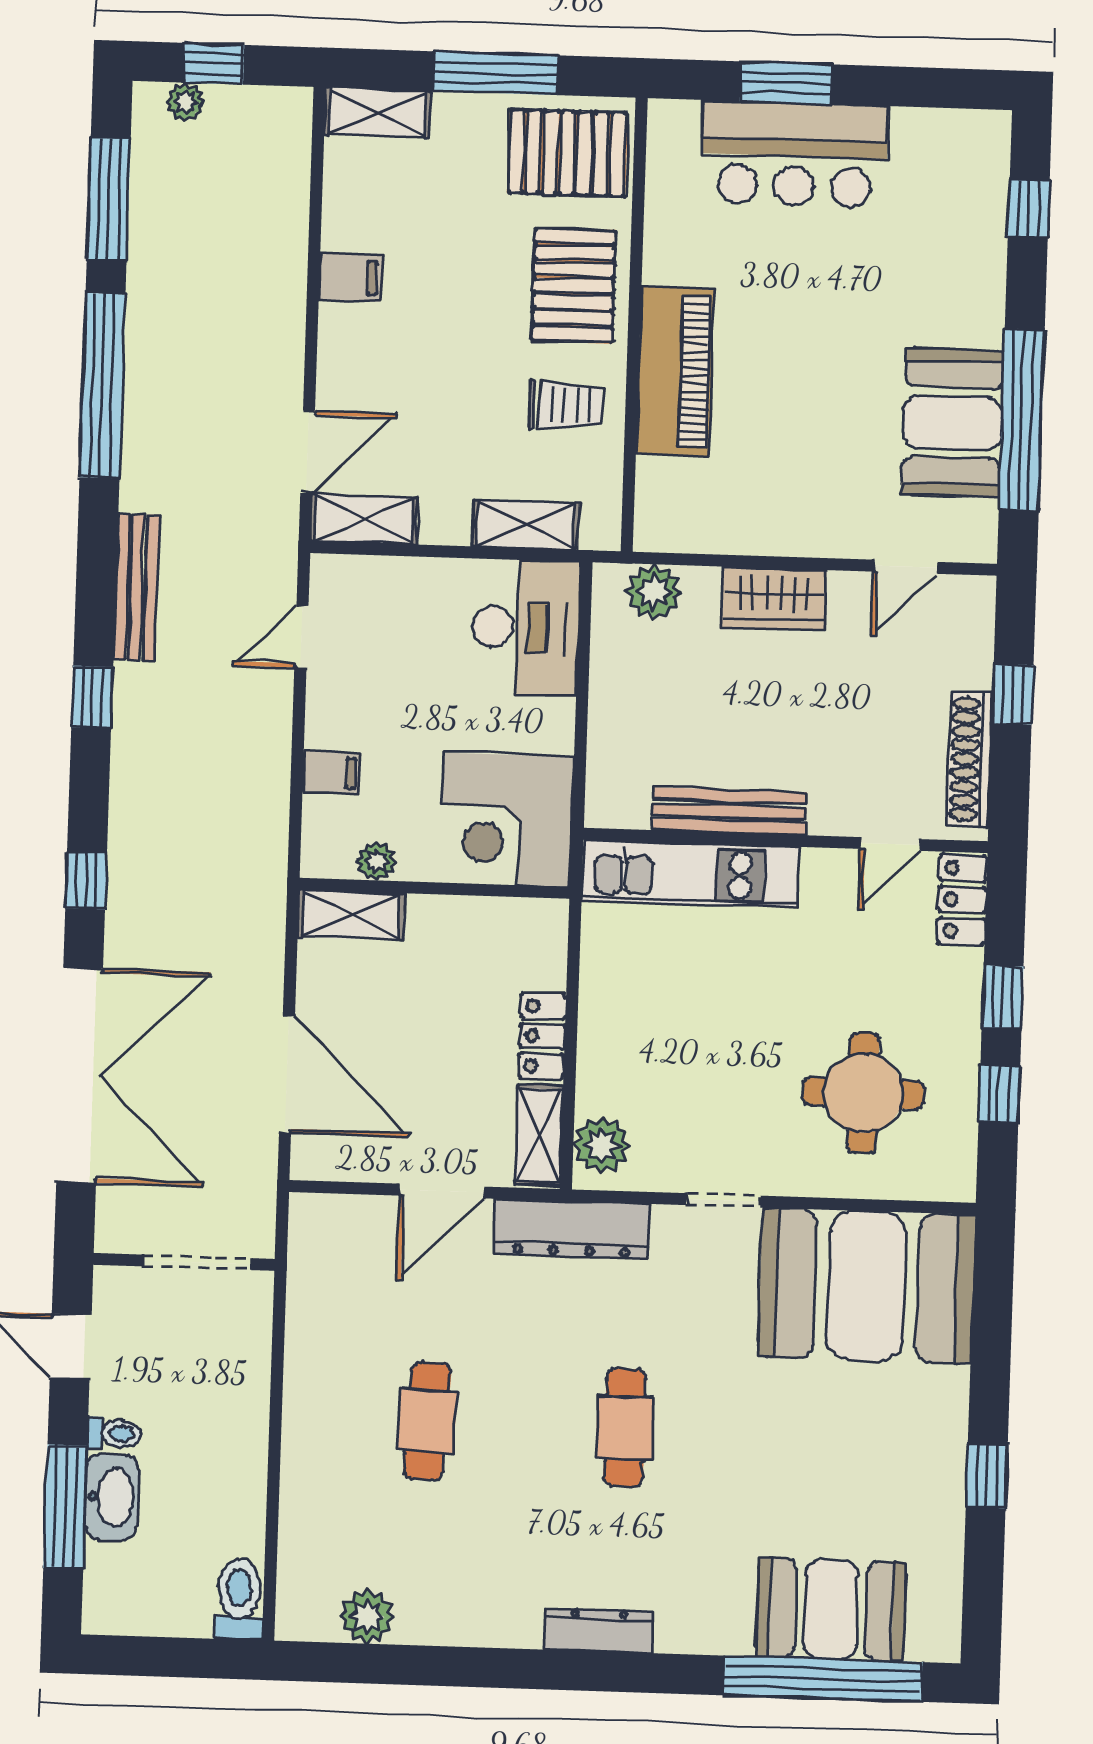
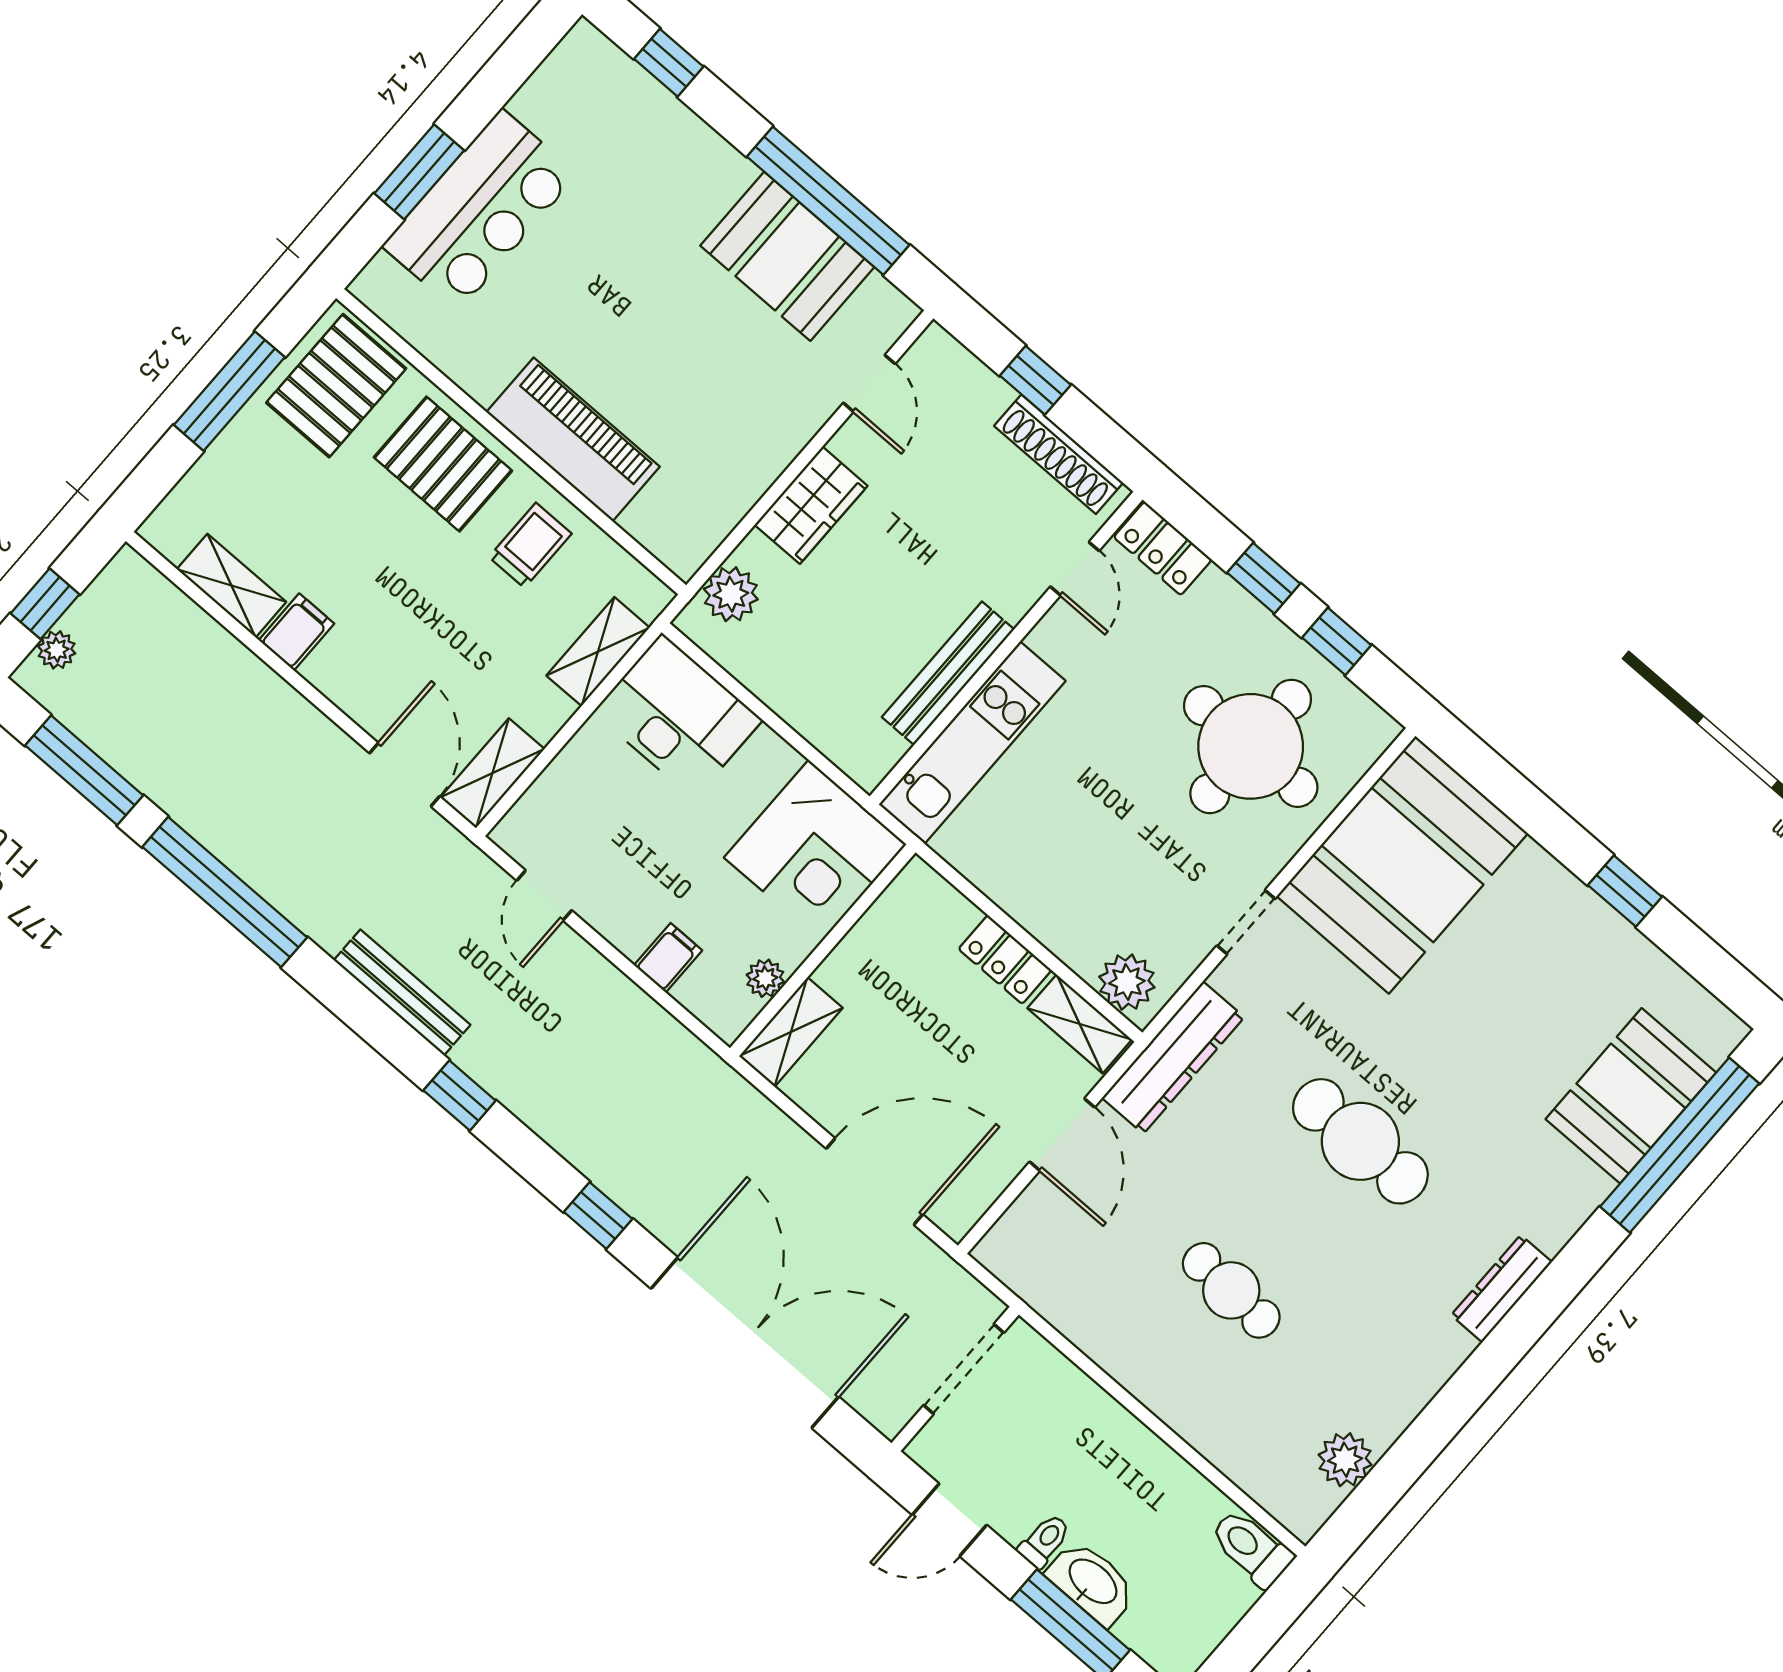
shelving: (377, 113) -> (231, 586), moved, turned 90
round table: (863, 1093) -> (1251, 746), width x1.36, depth x1.36
cafe table: (625, 1428) -> (1360, 1141), width x1.37, depth x1.35

